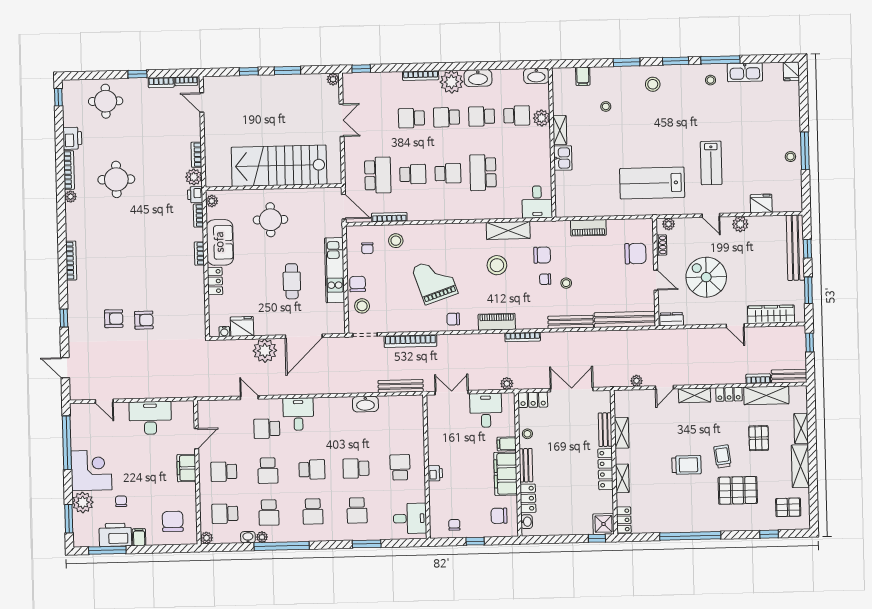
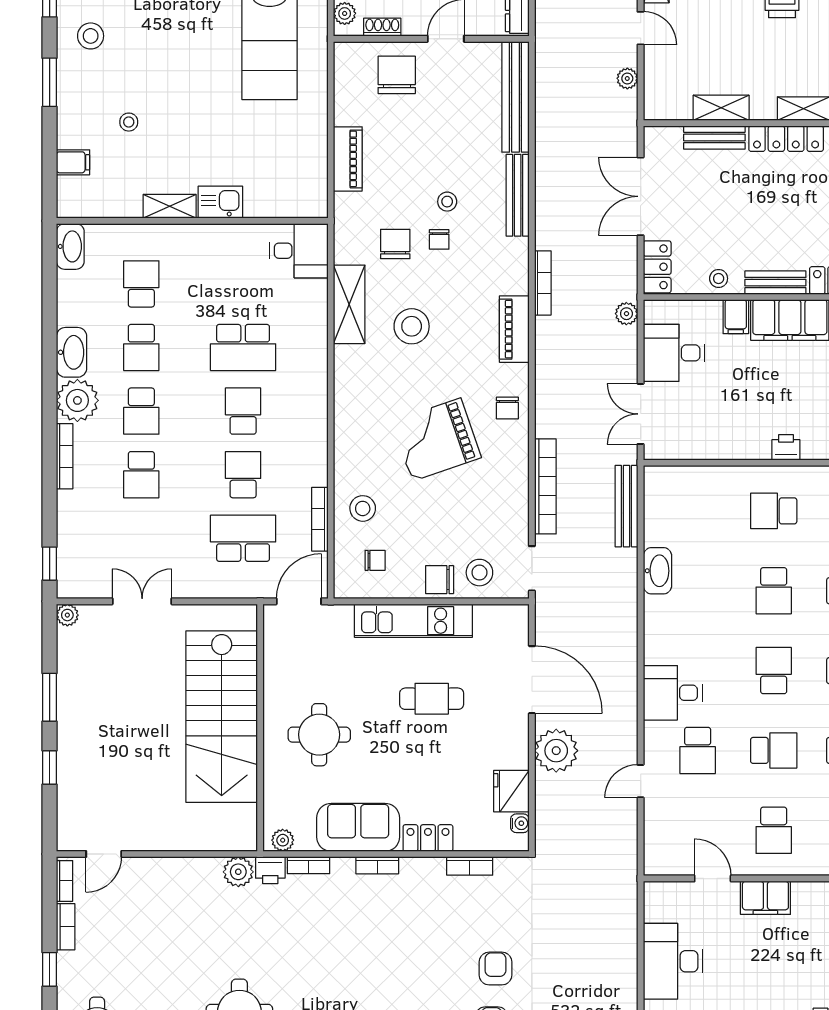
plant: (542, 118) -> (147, 239), removed
bookcase: (196, 155) -> (470, 866), moved

